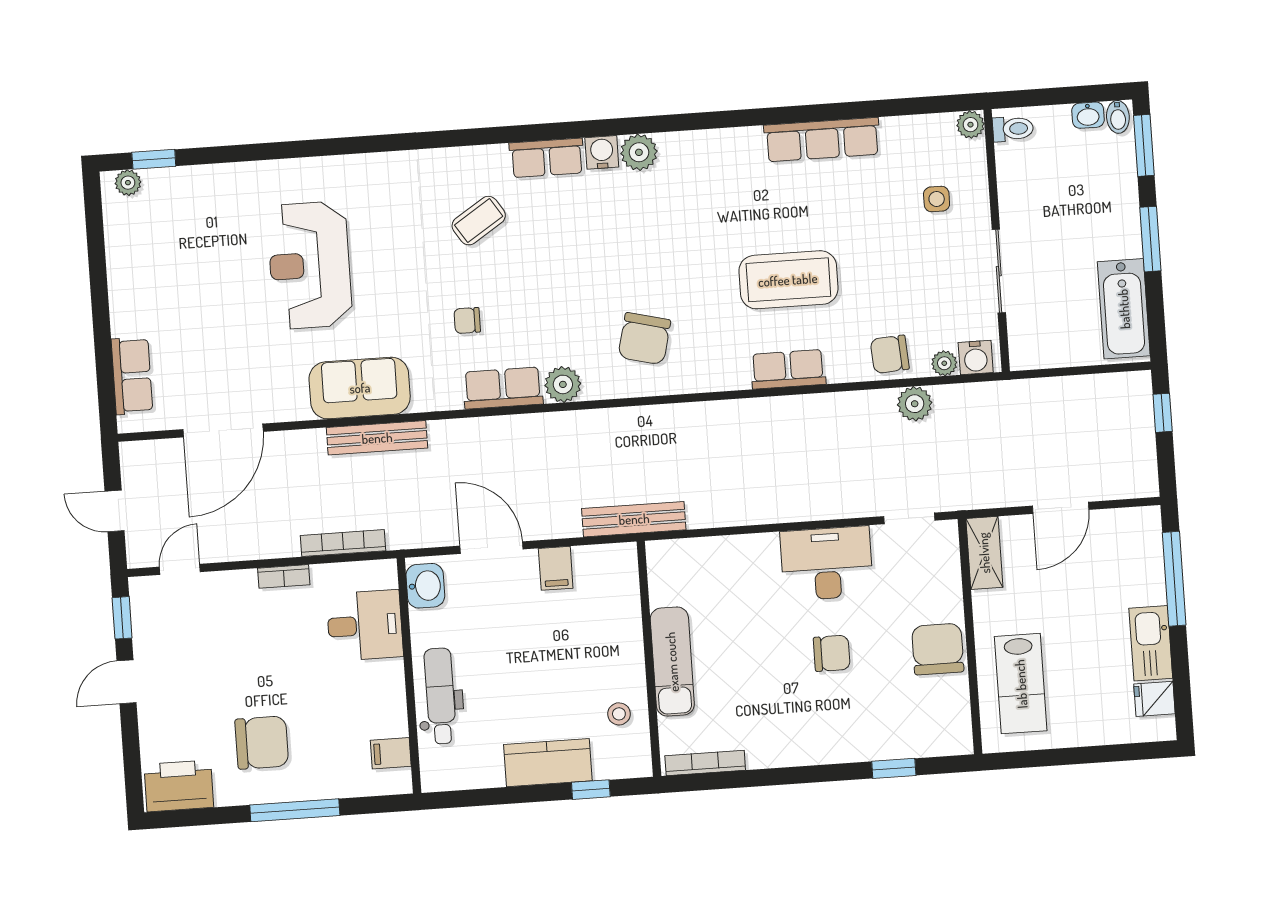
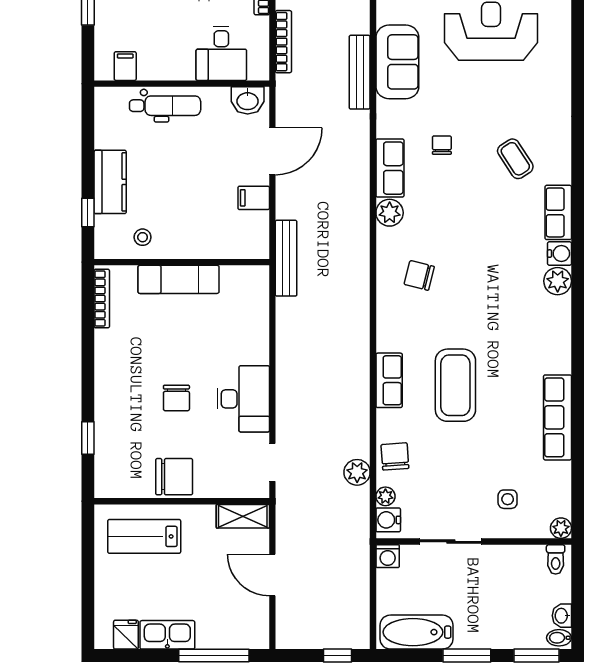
chair: (644, 339) -> (419, 275), width x0.73, depth x0.73
washing machine: (1024, 355) -> (388, 556), added

